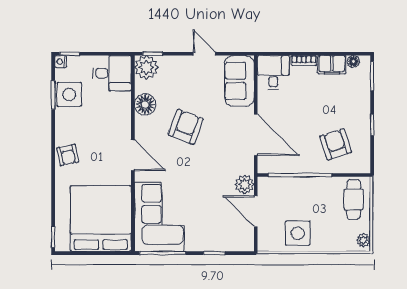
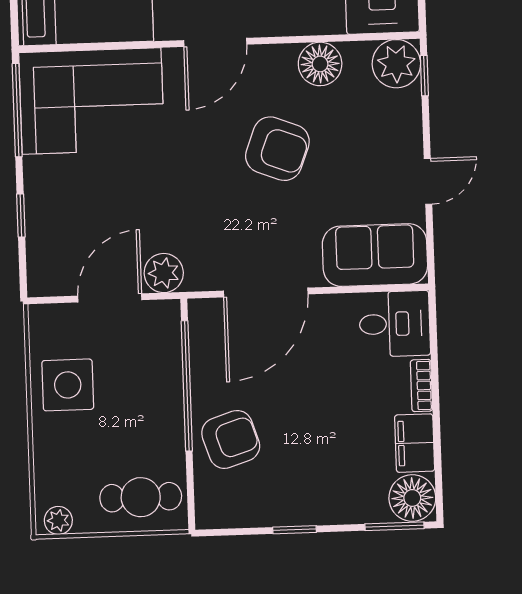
floor lamp: (353, 62) -> (412, 498), width x1.89, depth x1.89
armchair: (336, 144) -> (231, 439), moved

